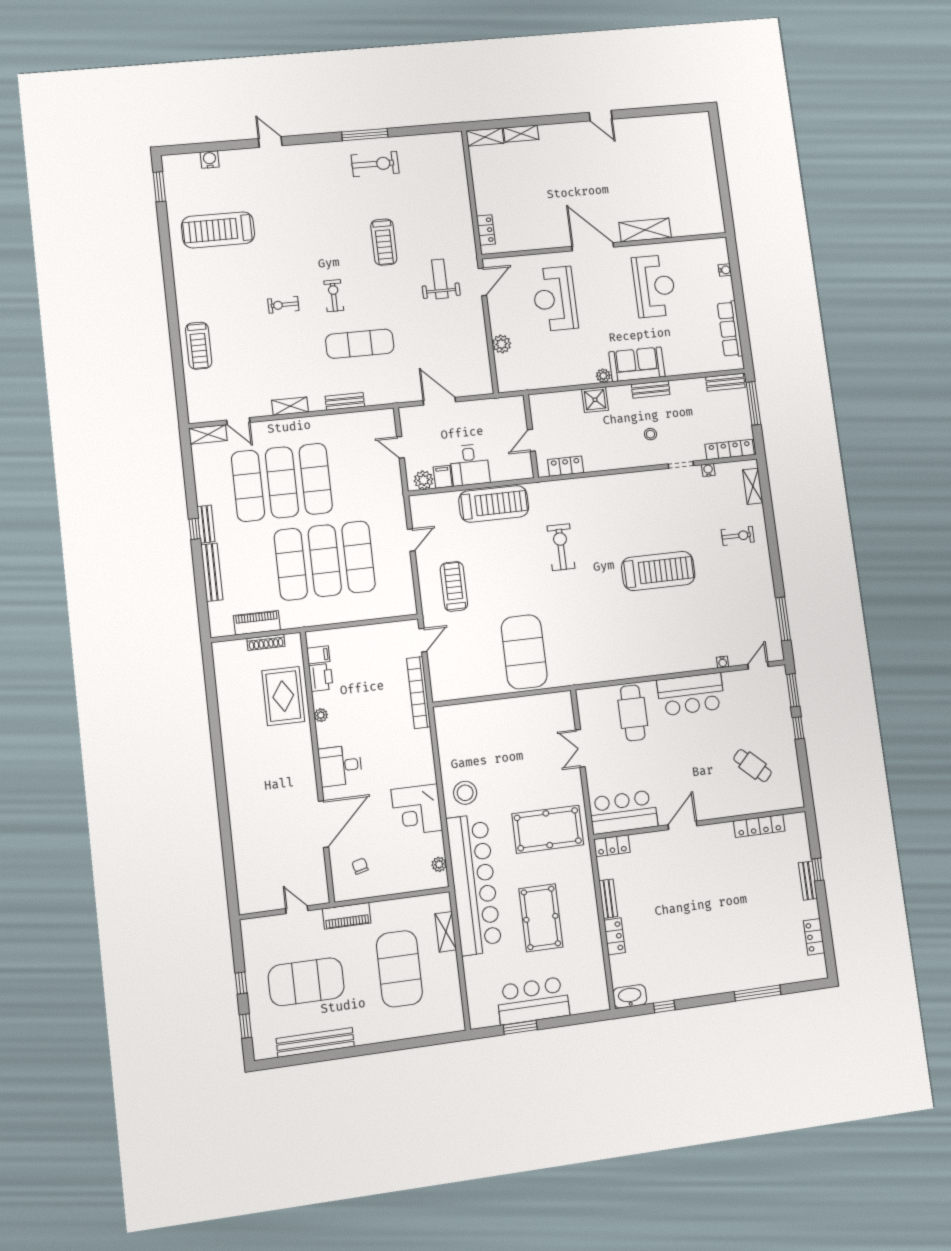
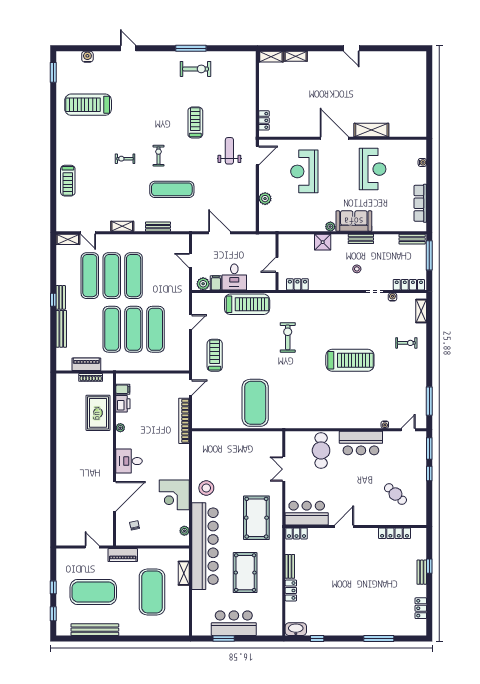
treadmill: (384, 242) -> (195, 123), turned 180
pool table: (548, 829) -> (256, 518), turned 90

